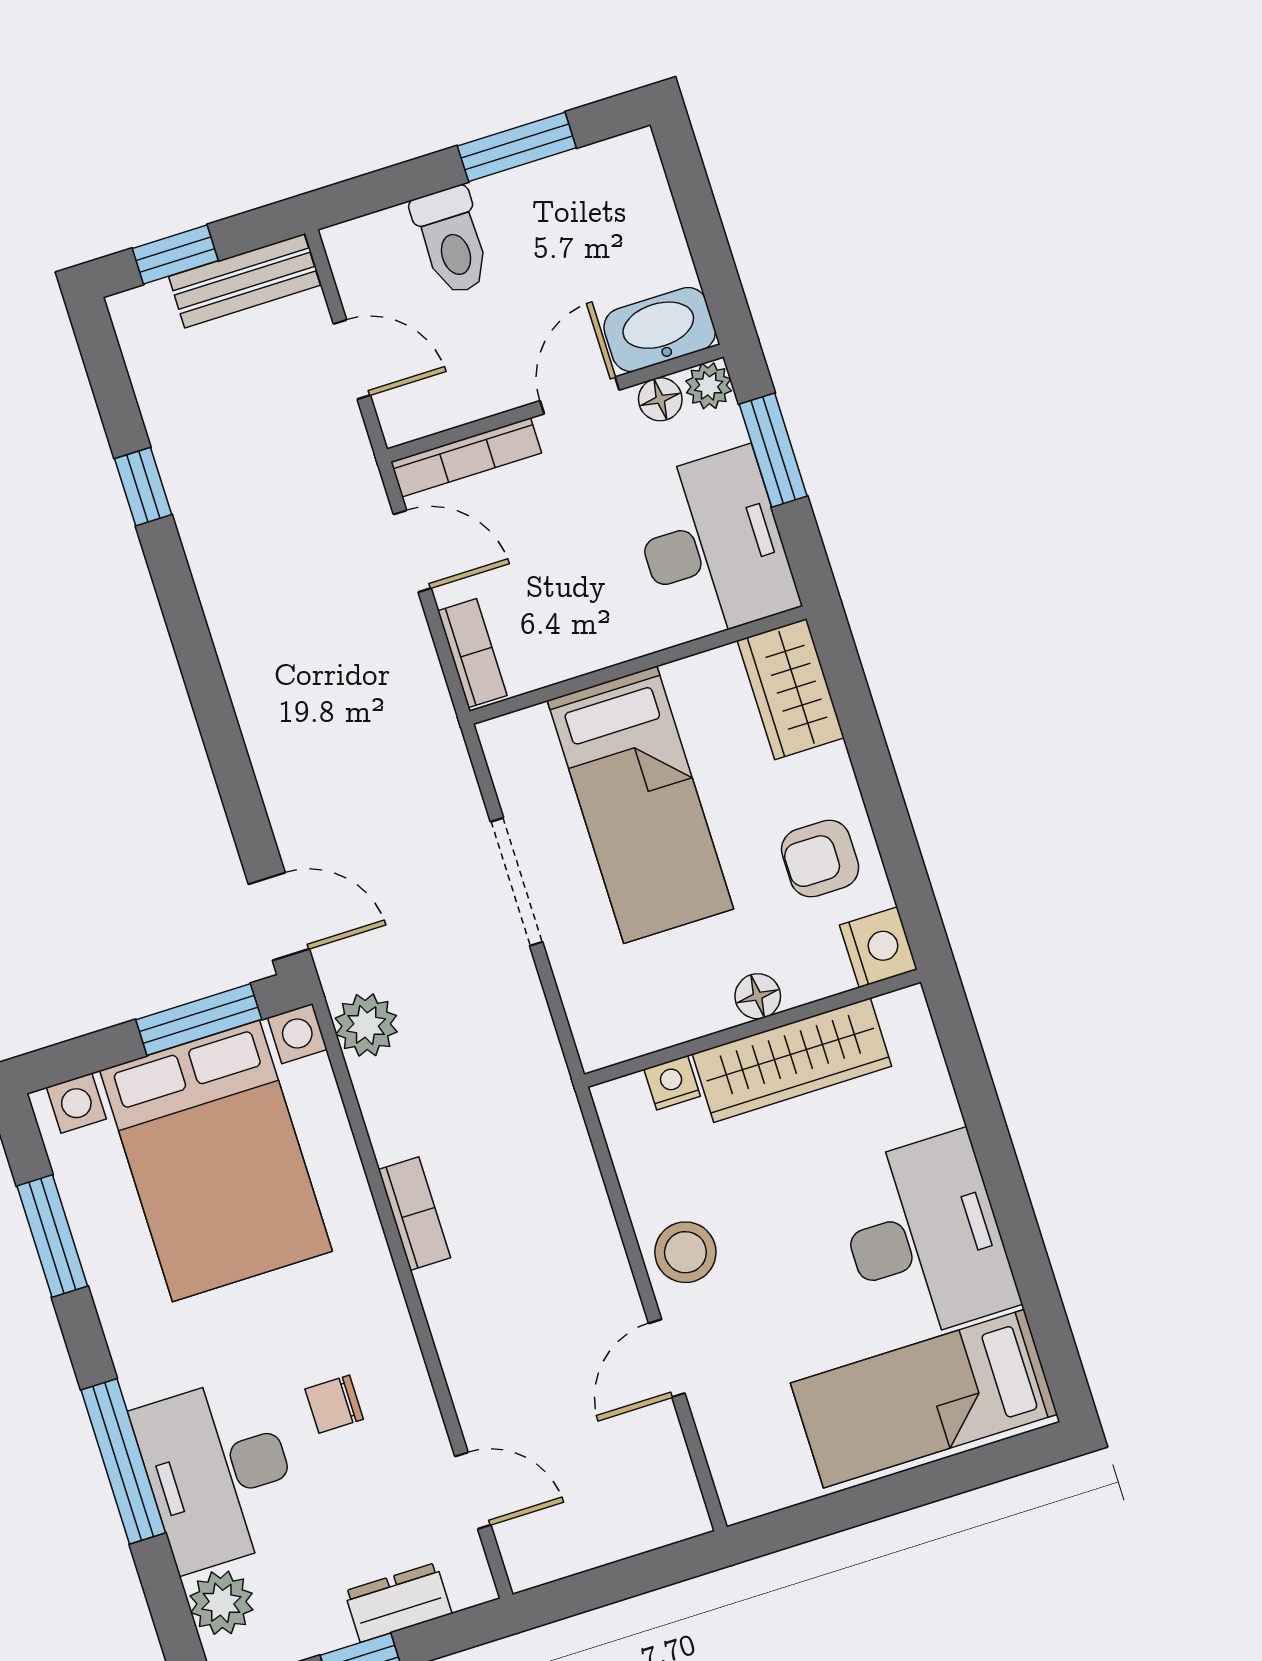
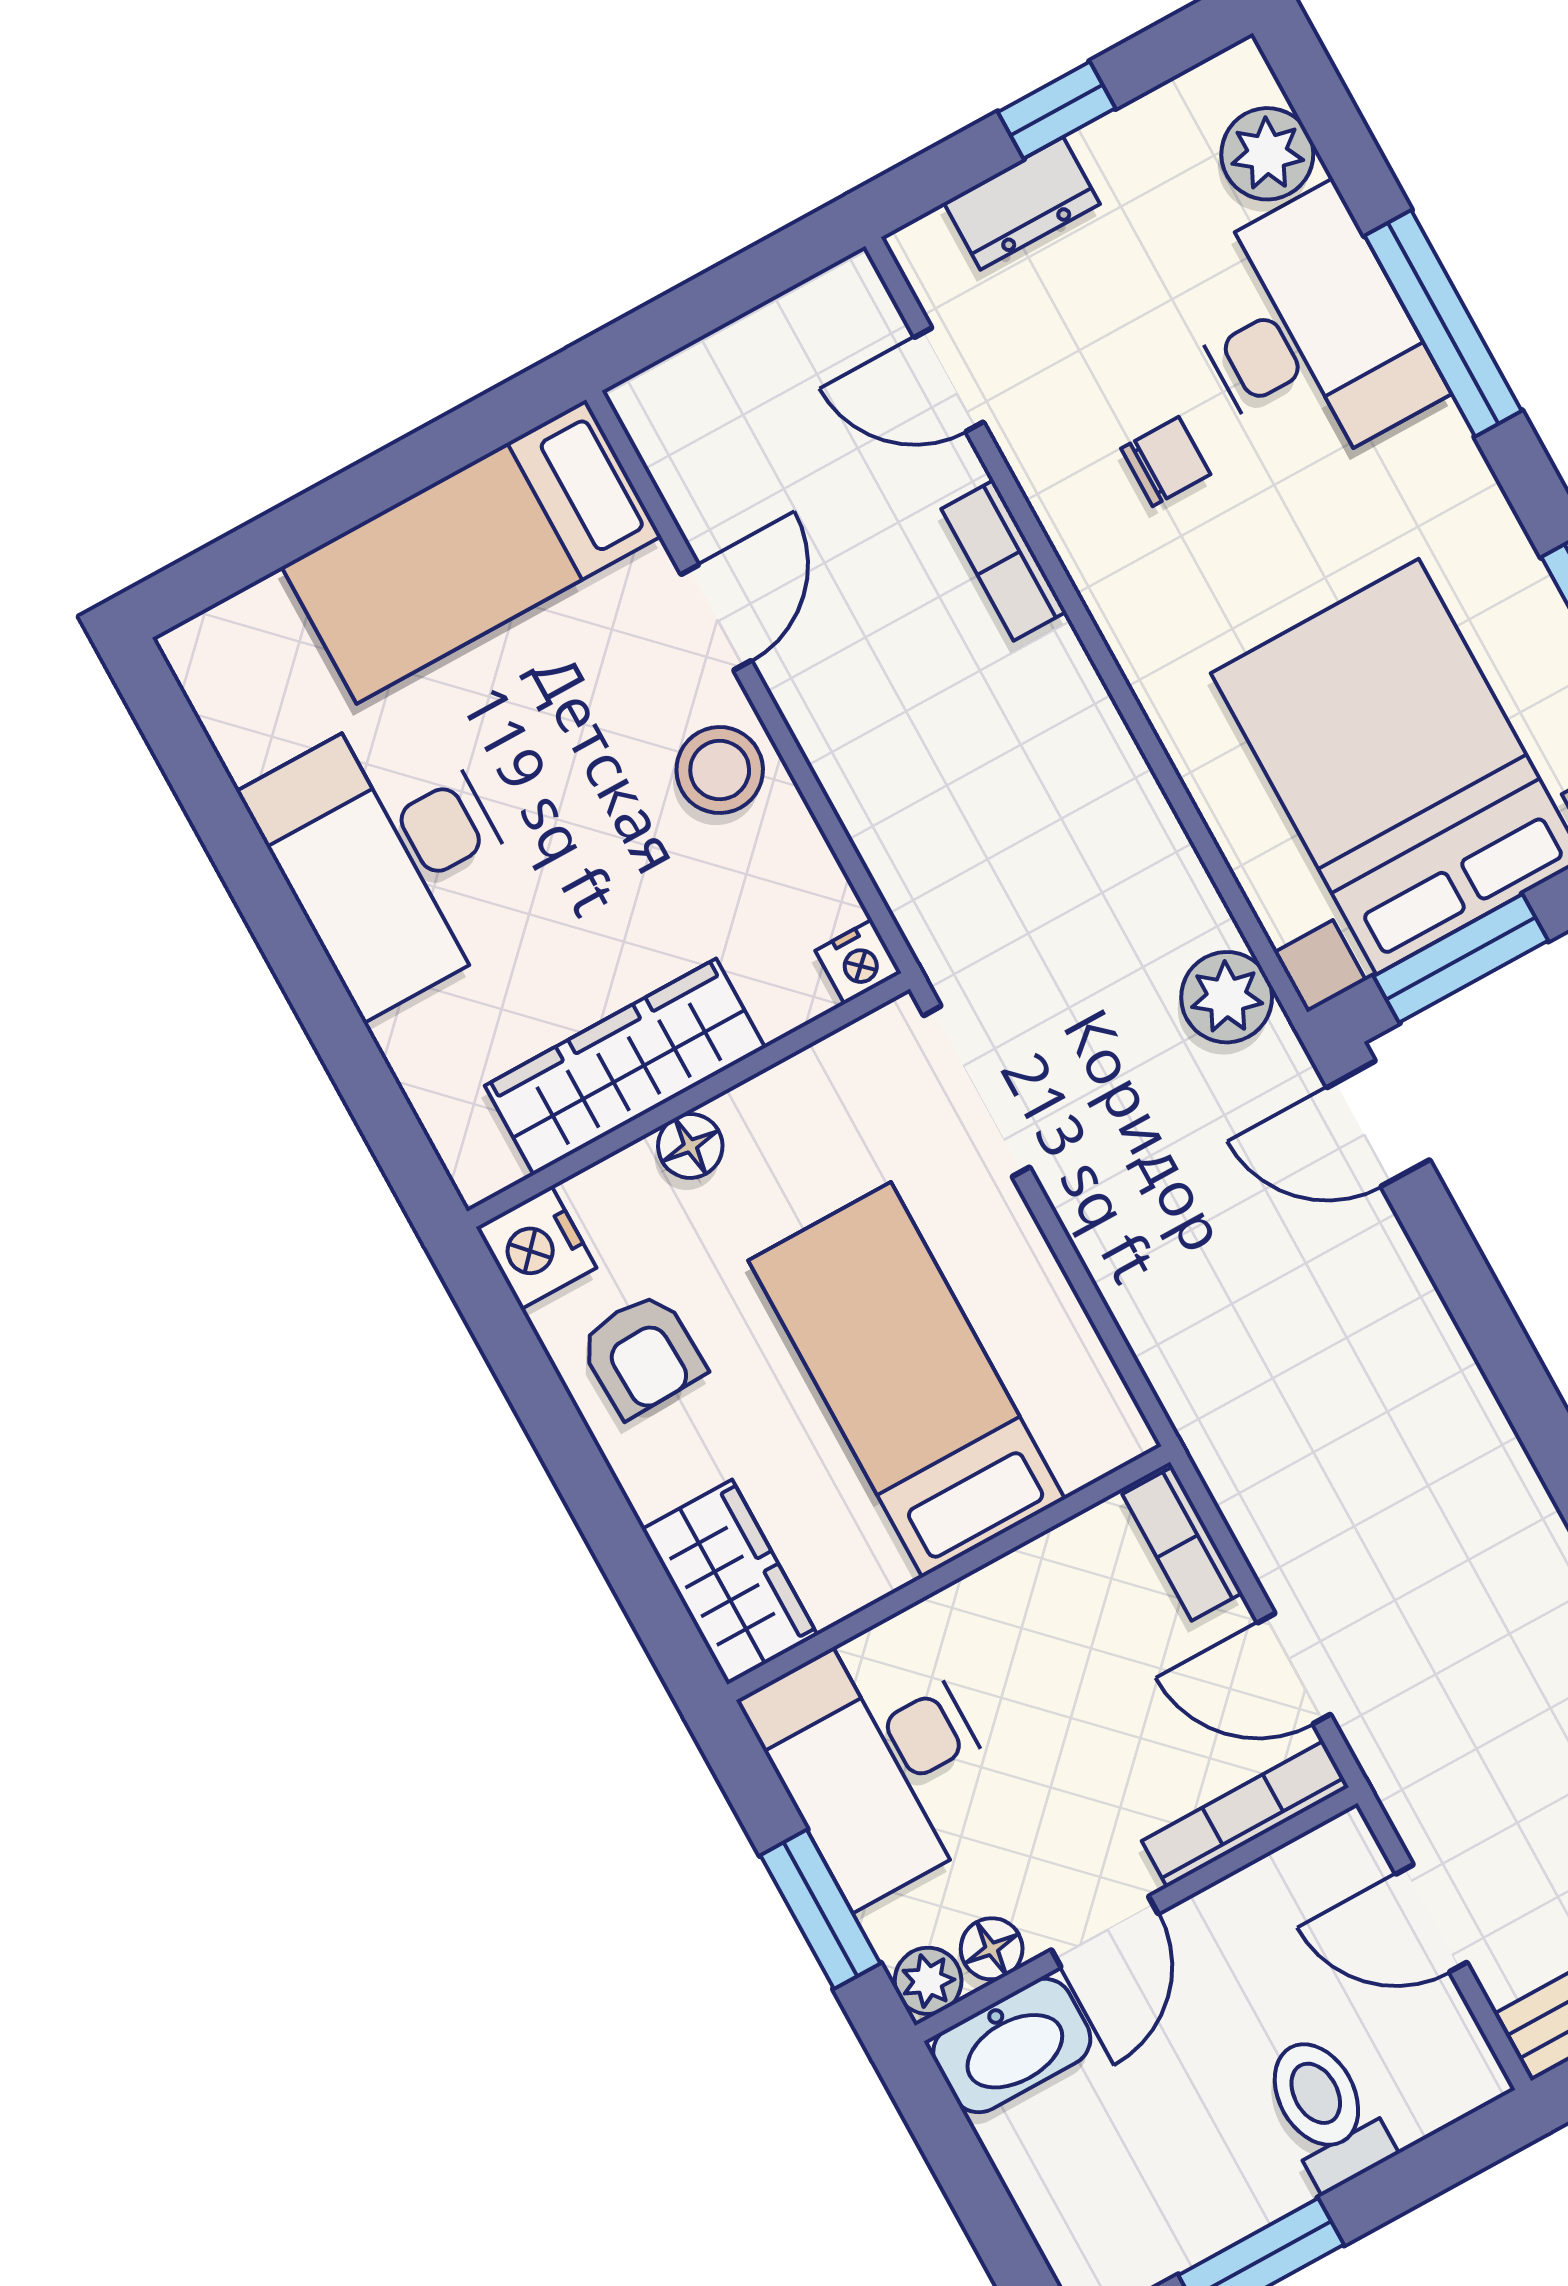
armchair: (820, 859) -> (642, 1355), turned 88
doorway: (517, 882) -> (977, 1091), moved
nightstand: (672, 1083) -> (858, 962), moved
bookcase: (414, 1214) -> (1004, 560), moved
bed: (924, 1399) -> (471, 551), moved, turned 180

